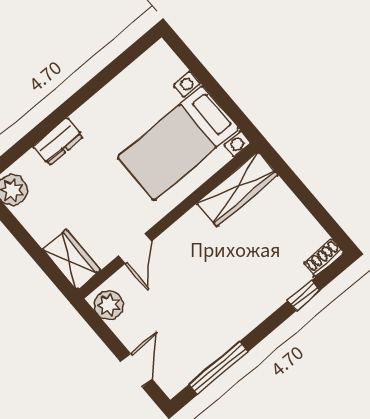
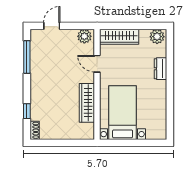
wardrobe: (238, 189) -> (87, 103), moved
wardrobe: (72, 260) -> (119, 37), width x1.50
door: (136, 370) -> (52, 26), swing flipped

